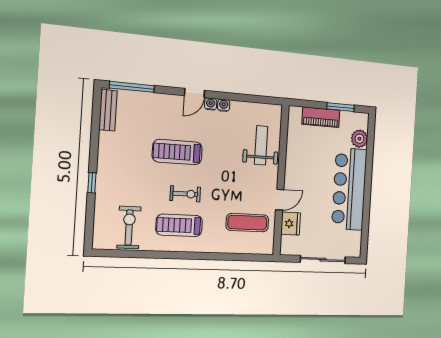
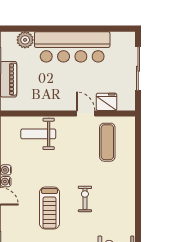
treadmill: (179, 225) -> (112, 203), removed

